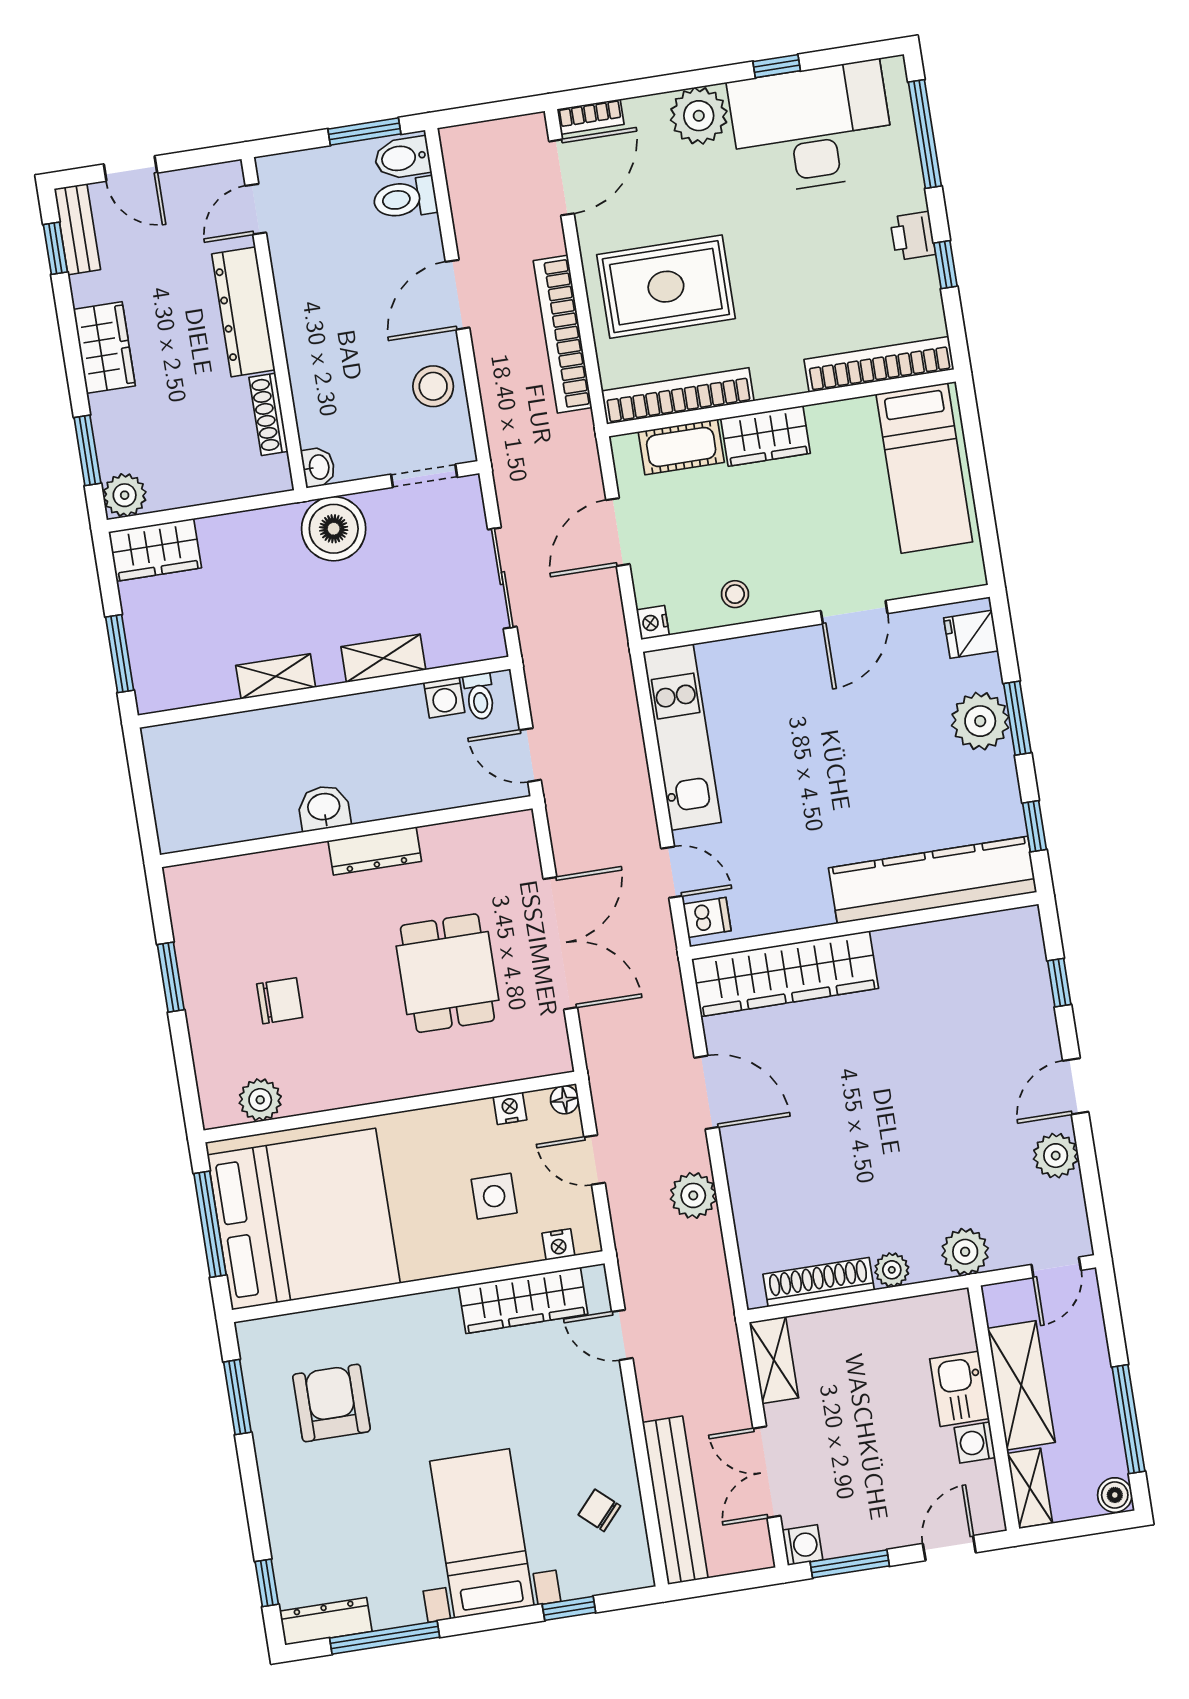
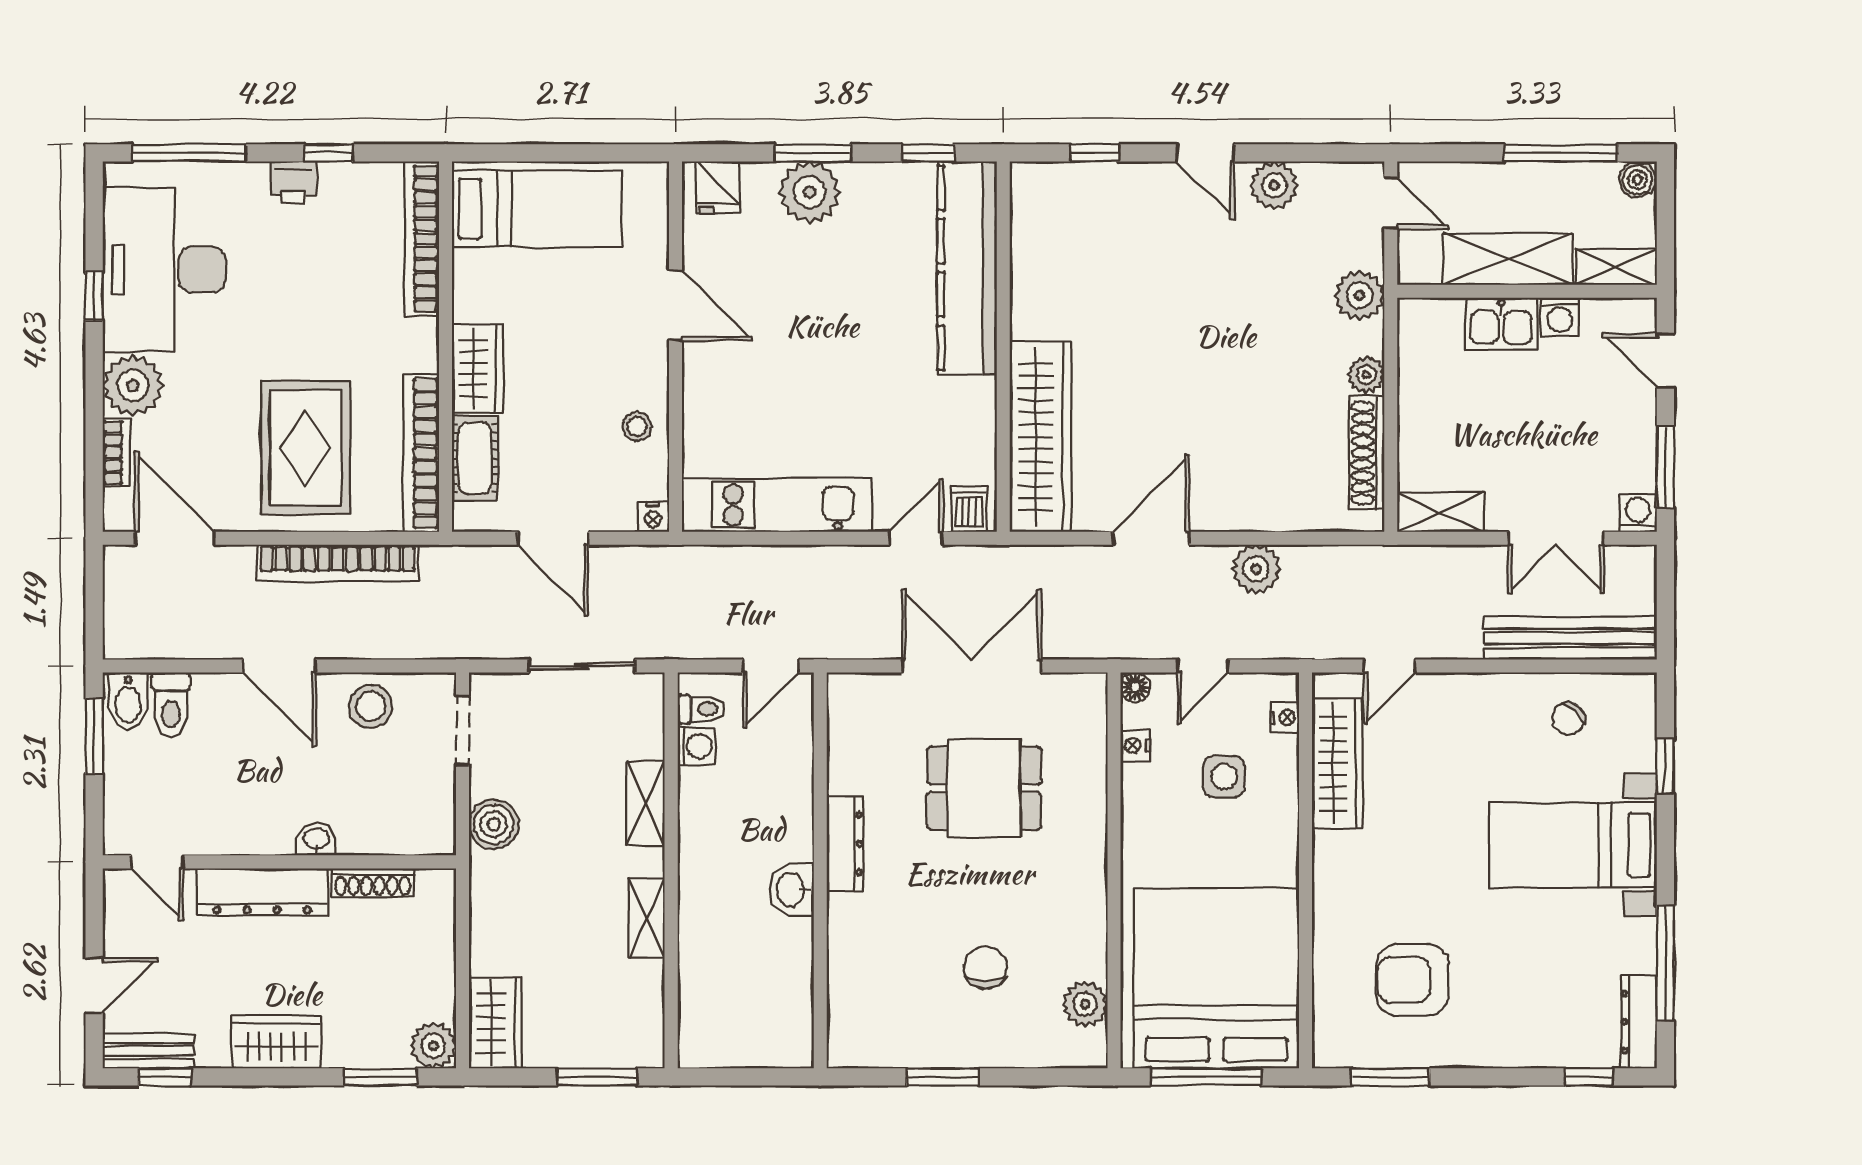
bookcase: (590, 117) -> (116, 453), moved
washbasin: (318, 467) -> (316, 839), moved
boiler: (334, 529) -> (494, 824), width x0.73, depth x0.73

